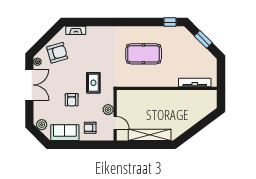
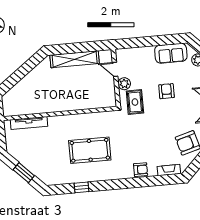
window: (170, 22) -> (82, 187), moved
rug: (93, 83) -> (135, 102), moved
armchair: (90, 128) -> (141, 170), moved

